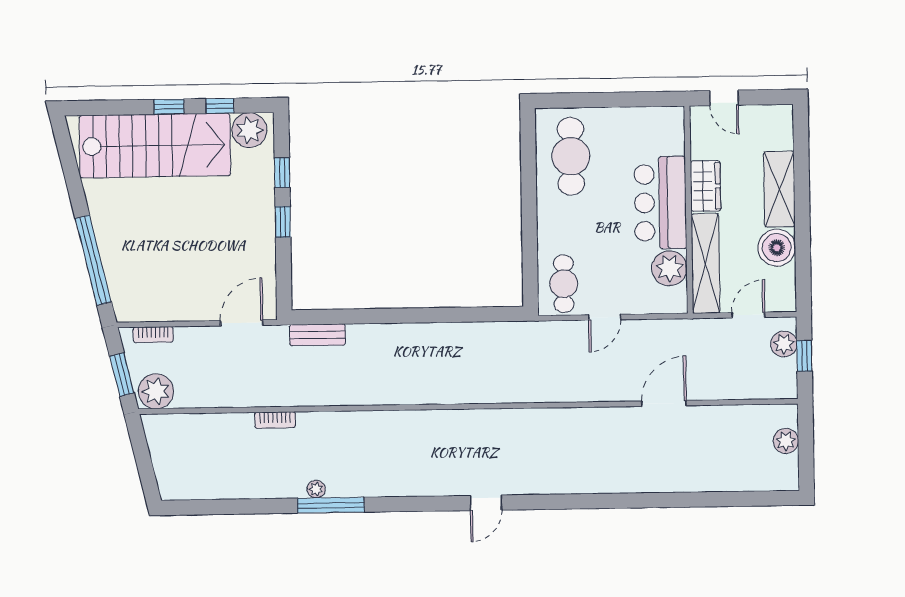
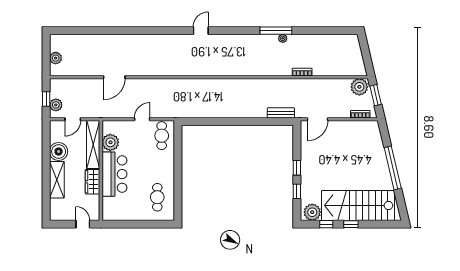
cafe table: (571, 156) -> (157, 197), width x0.73, depth x0.74
window: (93, 260) -> (393, 168), moved

